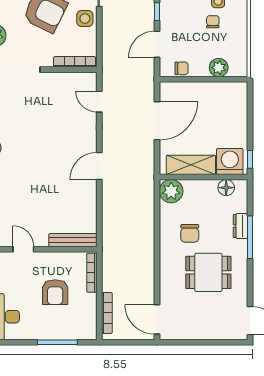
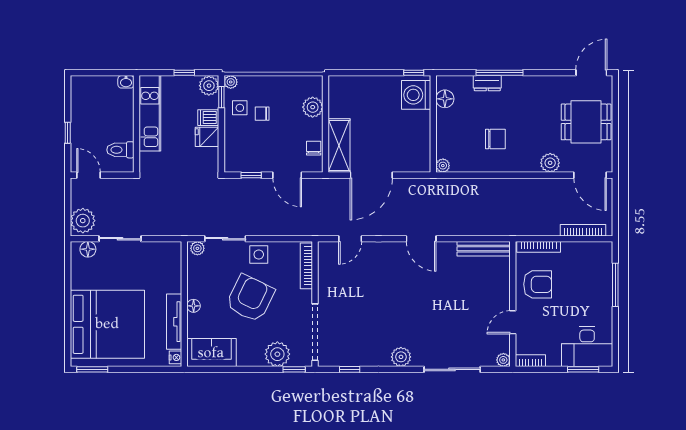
door: (157, 121) -> (371, 175), swing flipped
shelving: (191, 165) -> (339, 146), moved
plant: (171, 191) -> (443, 166), width x0.53, depth x0.53
bench: (73, 240) -> (484, 249), moved, turned 90
dining table: (208, 272) -> (586, 122), moved, turned 90
plant: (168, 283) -> (550, 163), added
armchair: (55, 292) -> (538, 284), moved
door: (157, 319) -> (590, 175), hinge flipped

